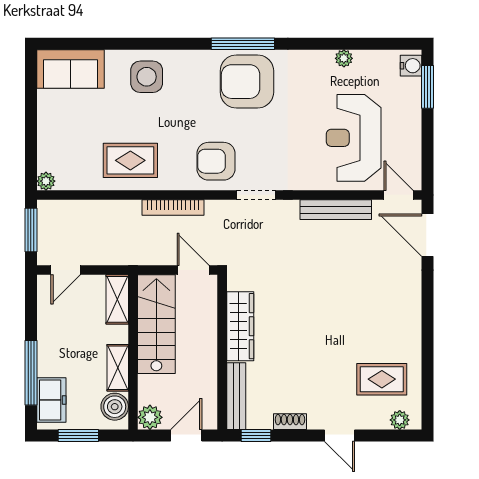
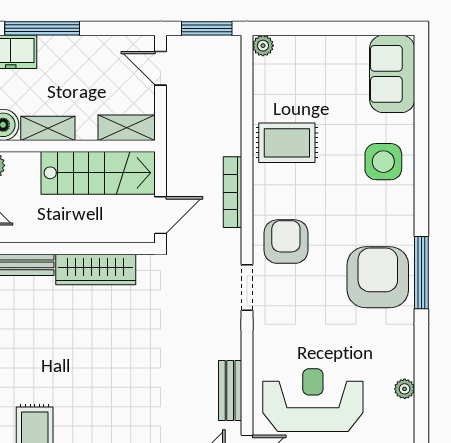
rug: (130, 160) -> (287, 143), turned 90
bench: (336, 210) -> (230, 391), width x0.73

